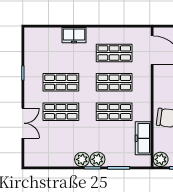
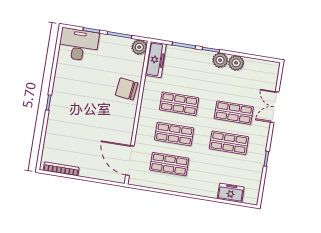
freezer: (74, 35) -> (231, 193), moved
freezer: (143, 138) -> (156, 60), moved
plant: (97, 159) -> (236, 63), moved

